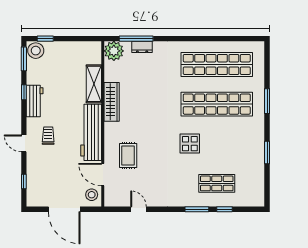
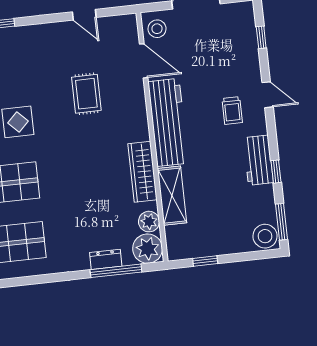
window: (45, 39) -> (205, 261), moved
plant: (111, 69) -> (149, 222), added
rug: (128, 155) -> (86, 94), moved

